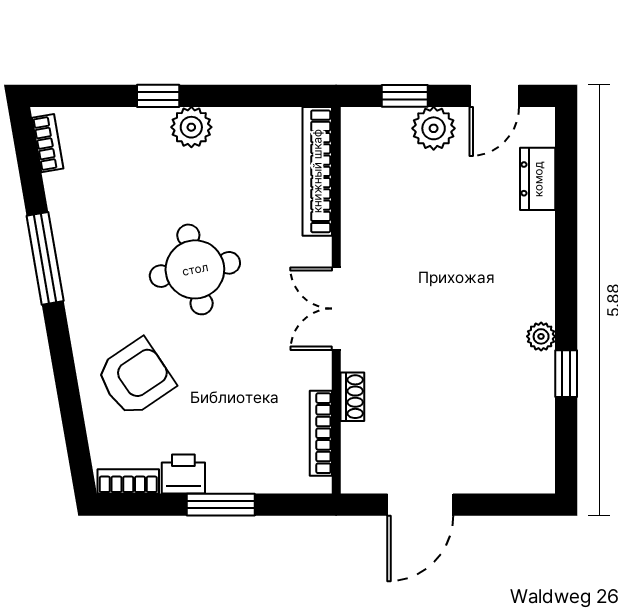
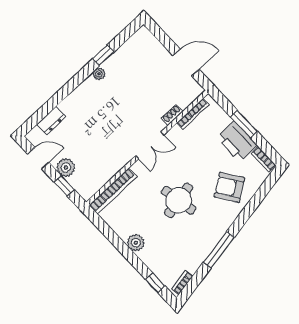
window: (158, 96) -> (155, 283), moved
printer: (183, 474) -> (237, 141), width x1.87, depth x1.48

